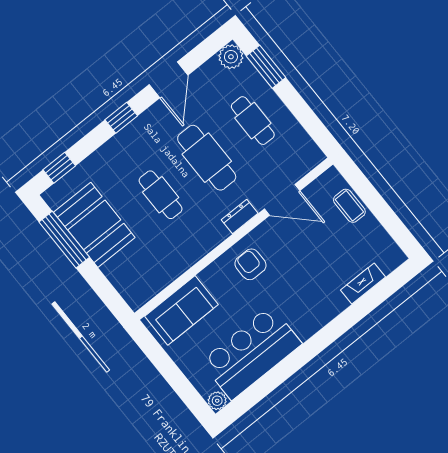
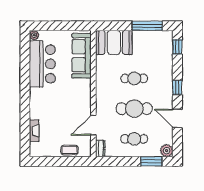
dresser: (240, 217) -> (100, 148), moved
booth: (94, 225) -> (114, 42), moved
armchair: (250, 264) -> (78, 92), removed
sofa: (181, 310) -> (82, 56), width x1.36

